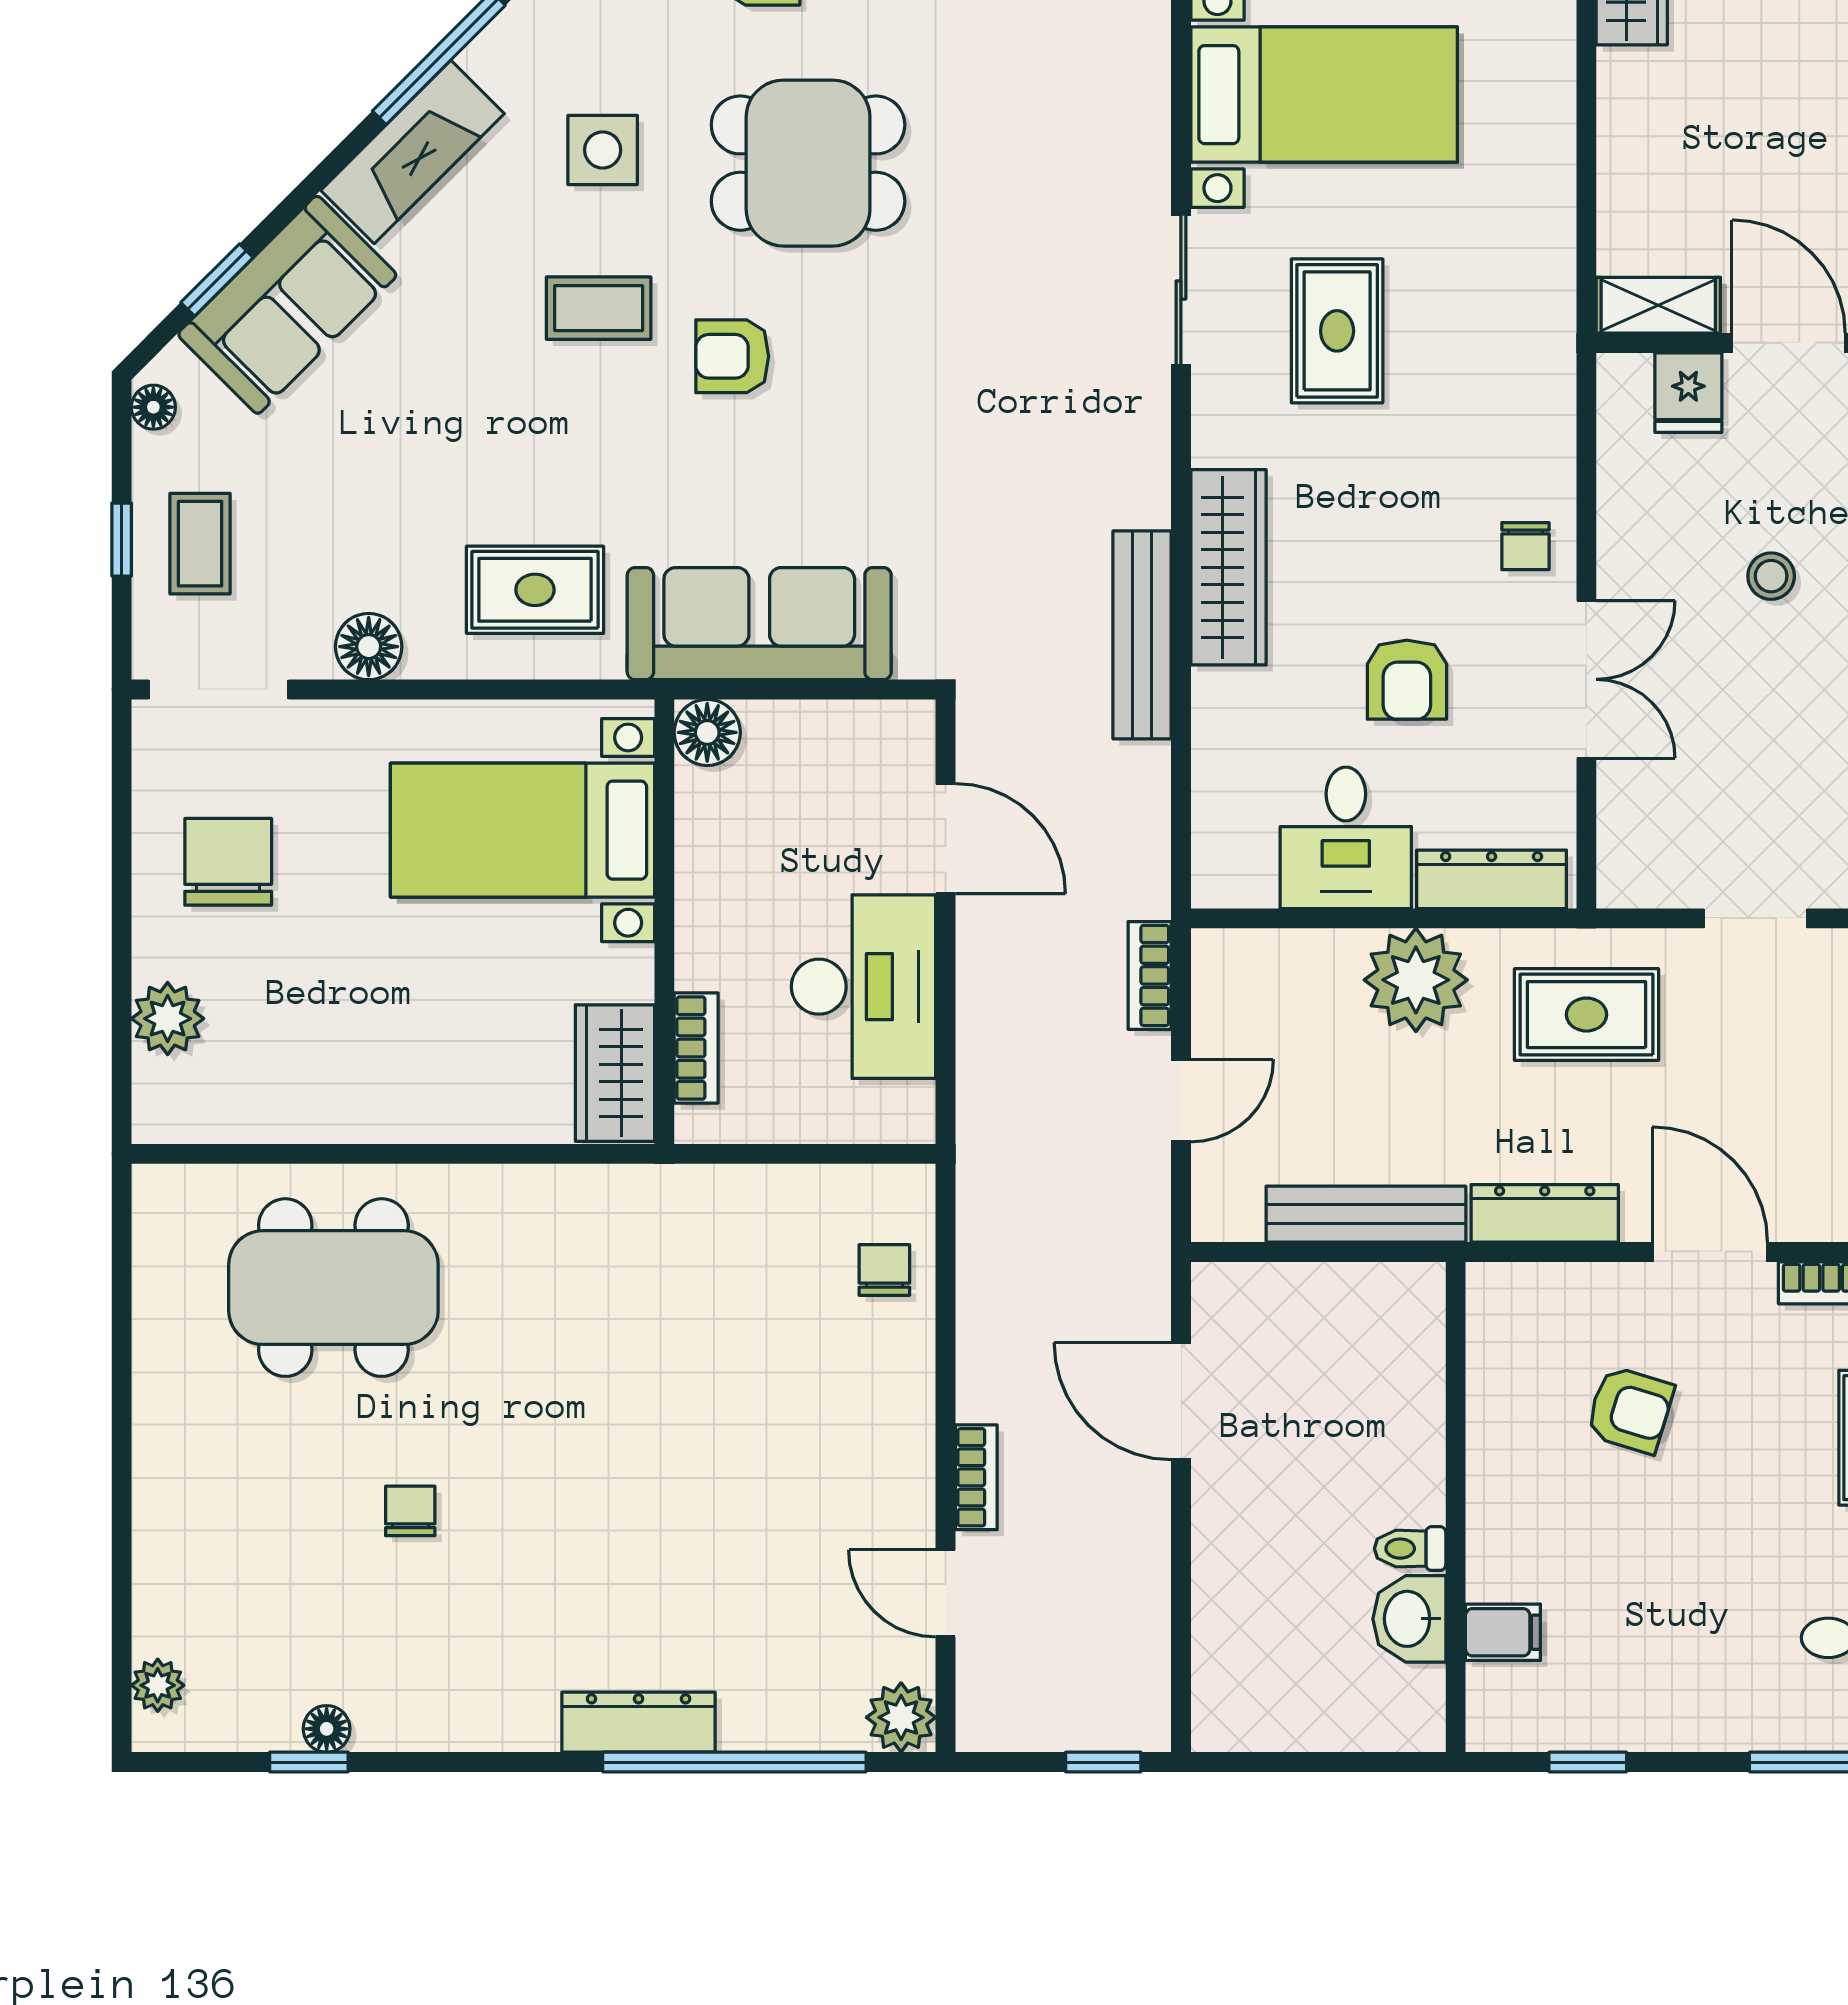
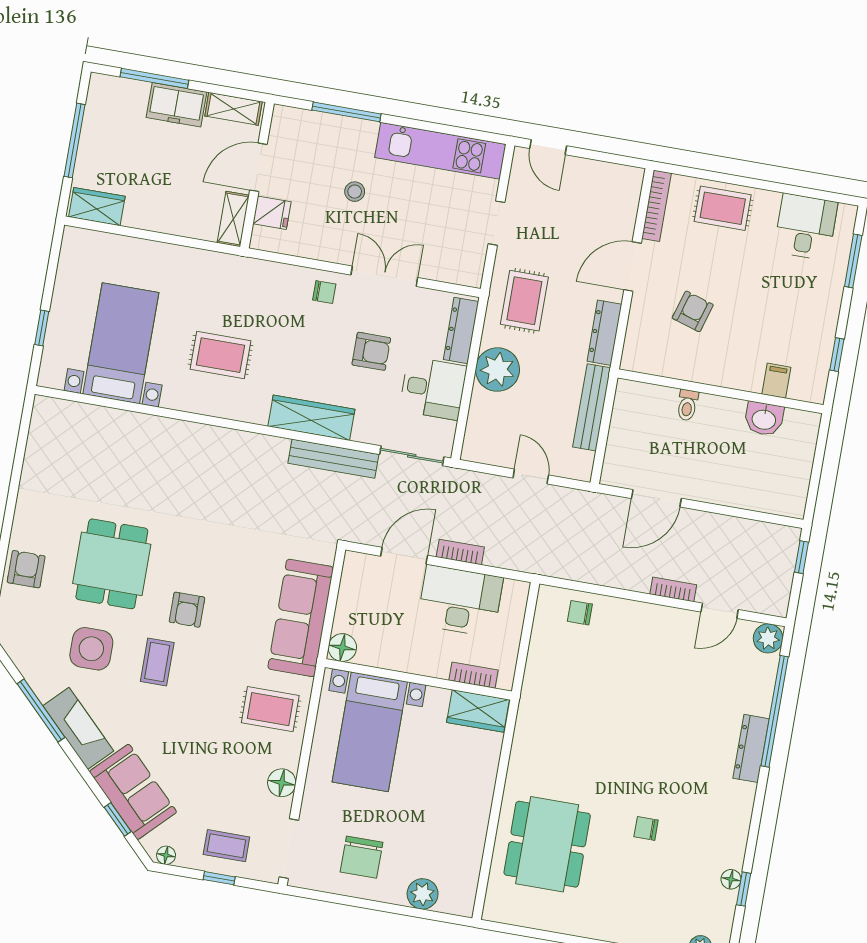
side table: (603, 150) -> (91, 649), width x1.37, depth x1.37
sliding door: (1181, 290) -> (412, 456), moved
rug: (535, 590) -> (270, 709), turned 90
chair: (228, 862) -> (361, 857), turned -90
bookcase: (1150, 975) -> (460, 552), moved, turned 180
toilet: (1410, 1549) -> (687, 405), moved

